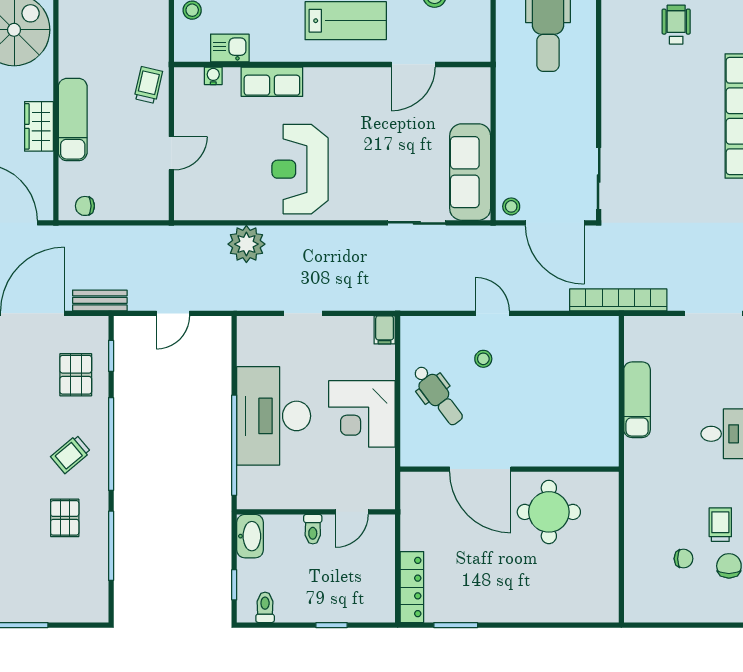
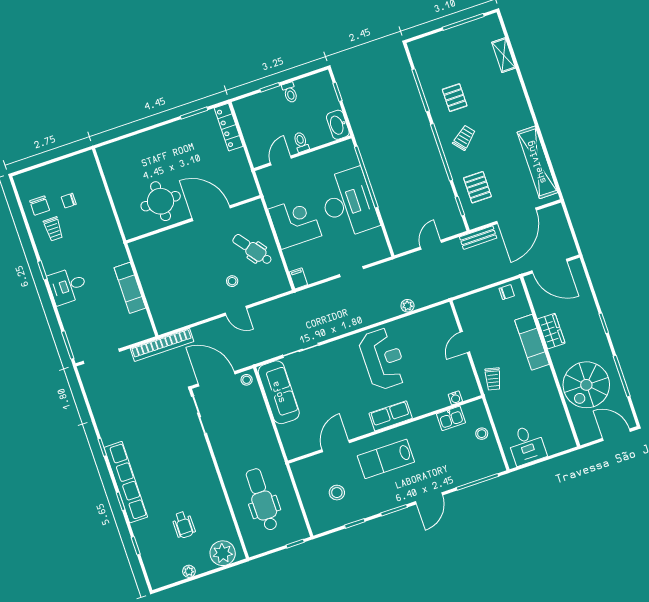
row of seats: (272, 82) -> (391, 416), moved
plant: (246, 244) -> (407, 306), width x0.53, depth x0.53
toilet: (265, 607) -> (290, 93), moved

